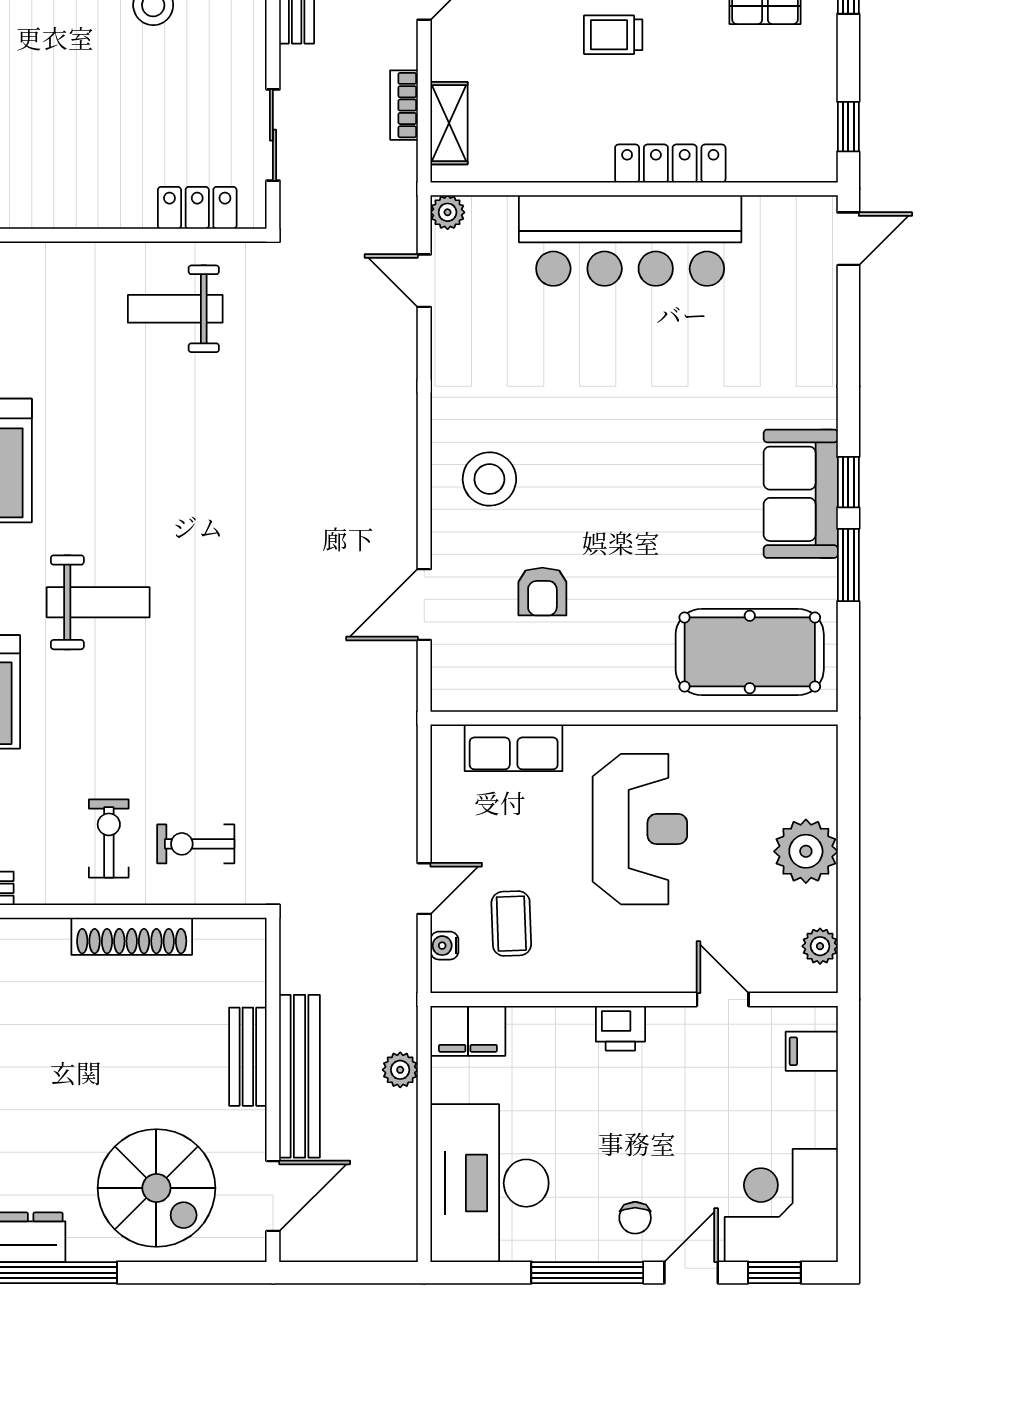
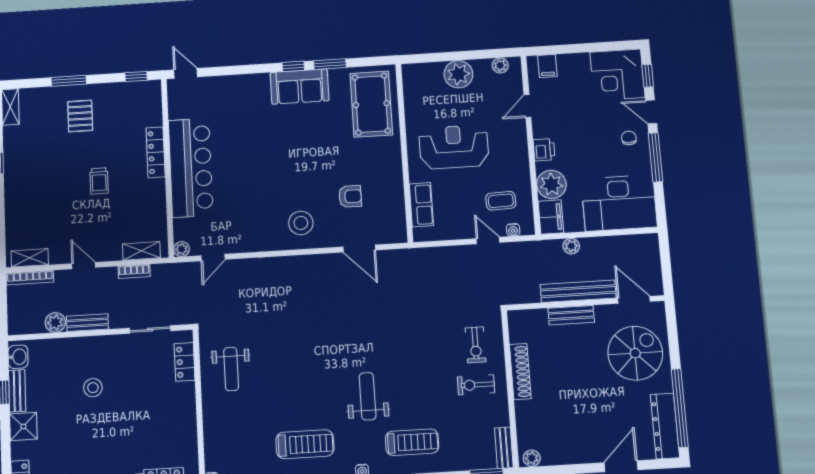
plant: (541, 1038) -> (551, 184), added
chair: (635, 1218) -> (629, 138), turned -90

